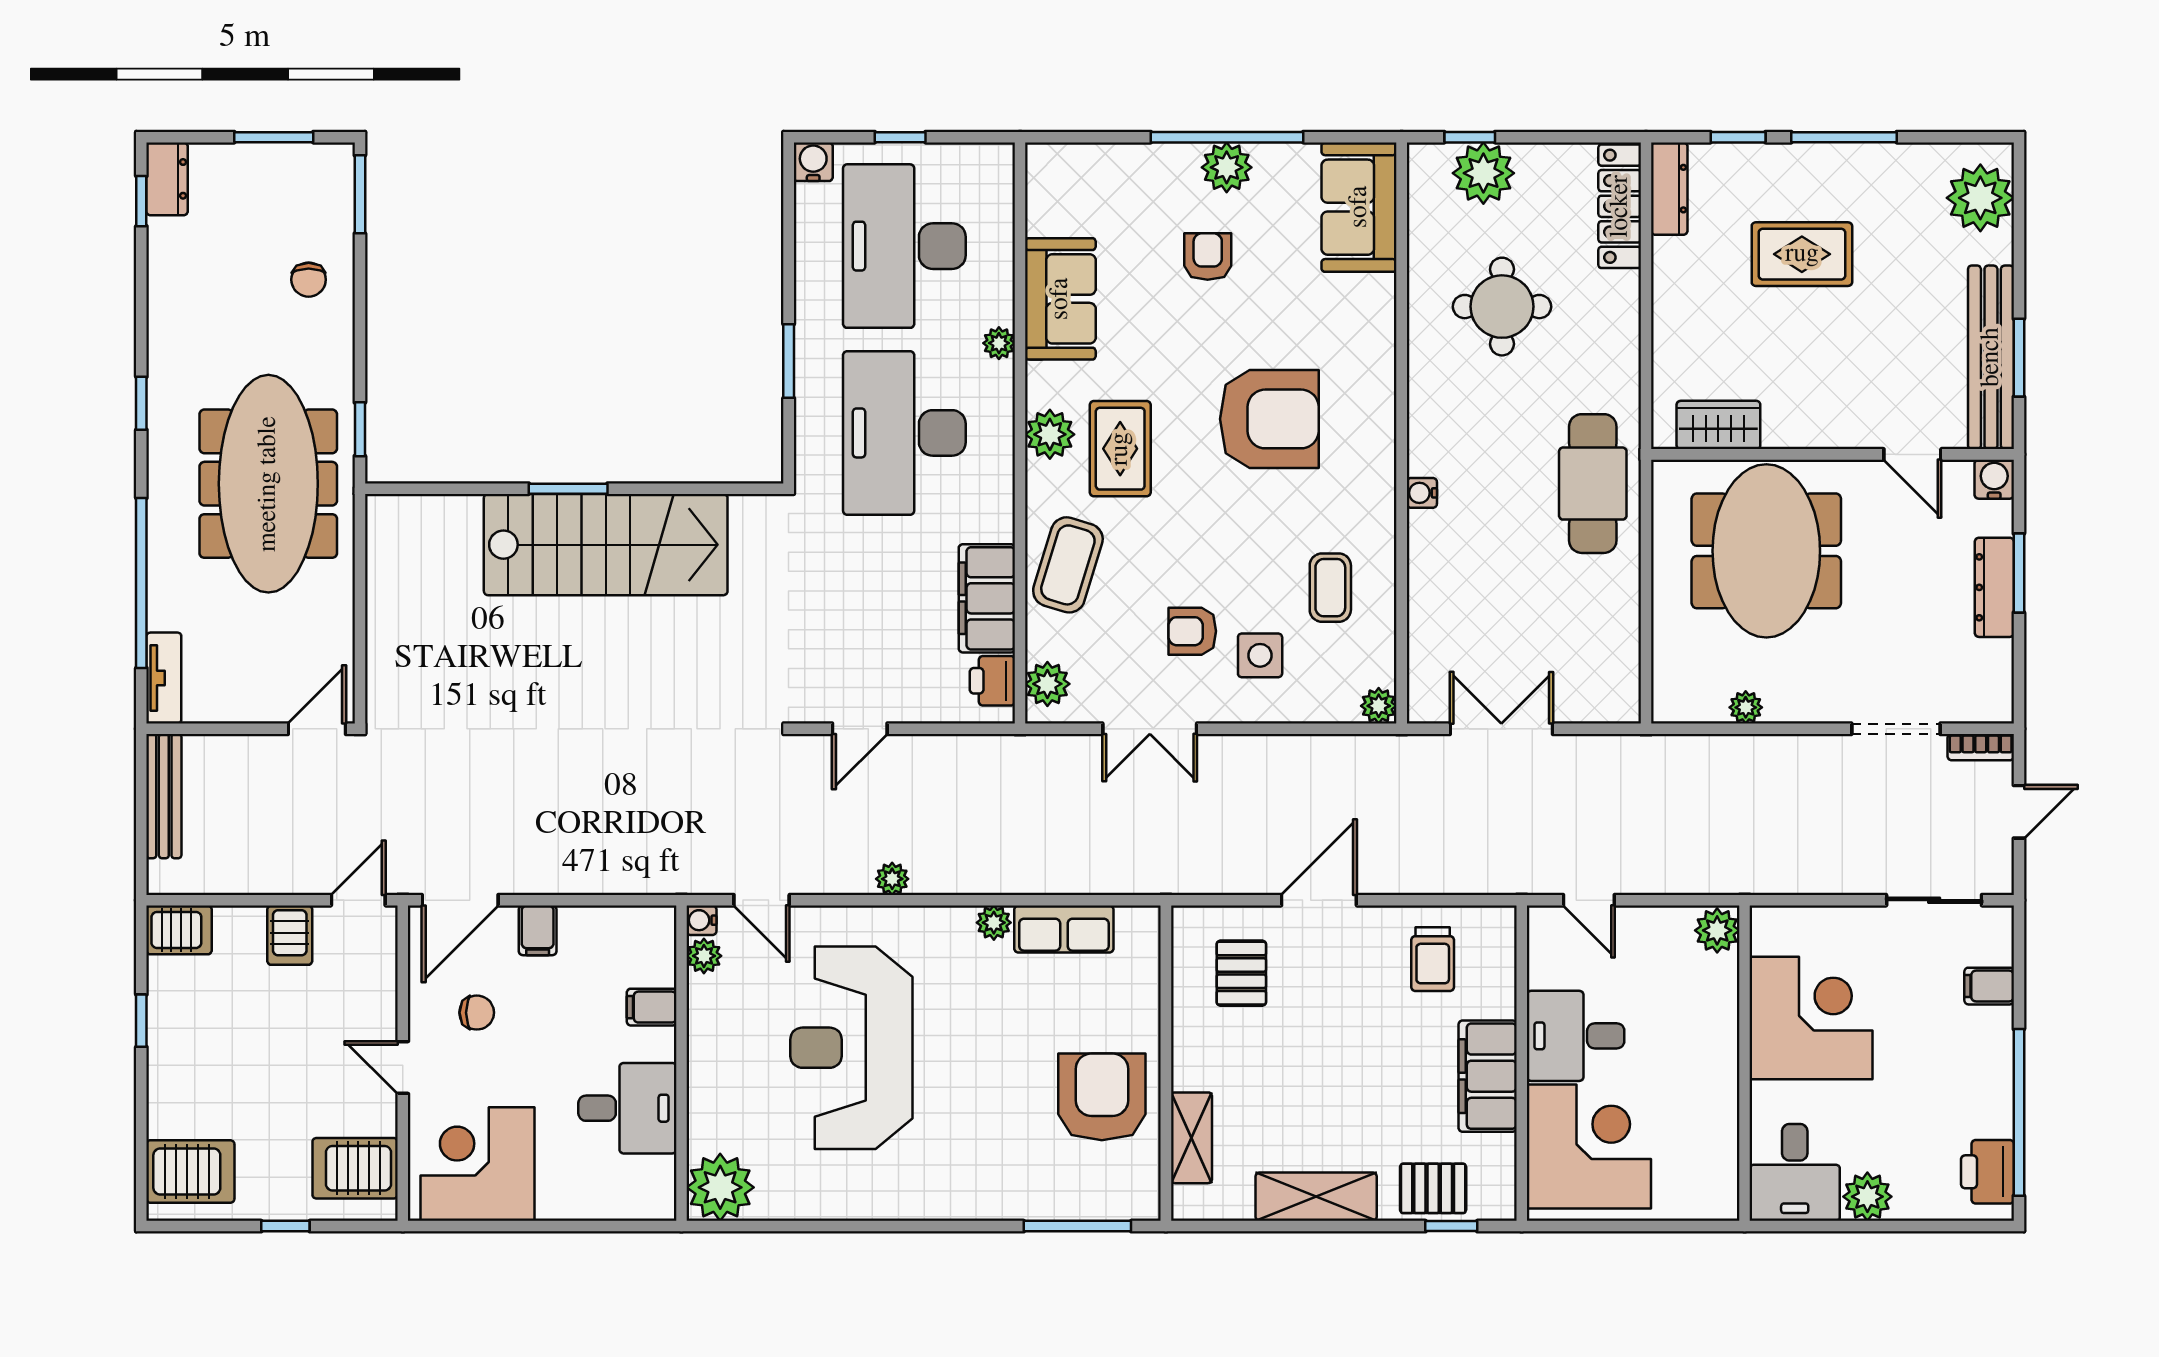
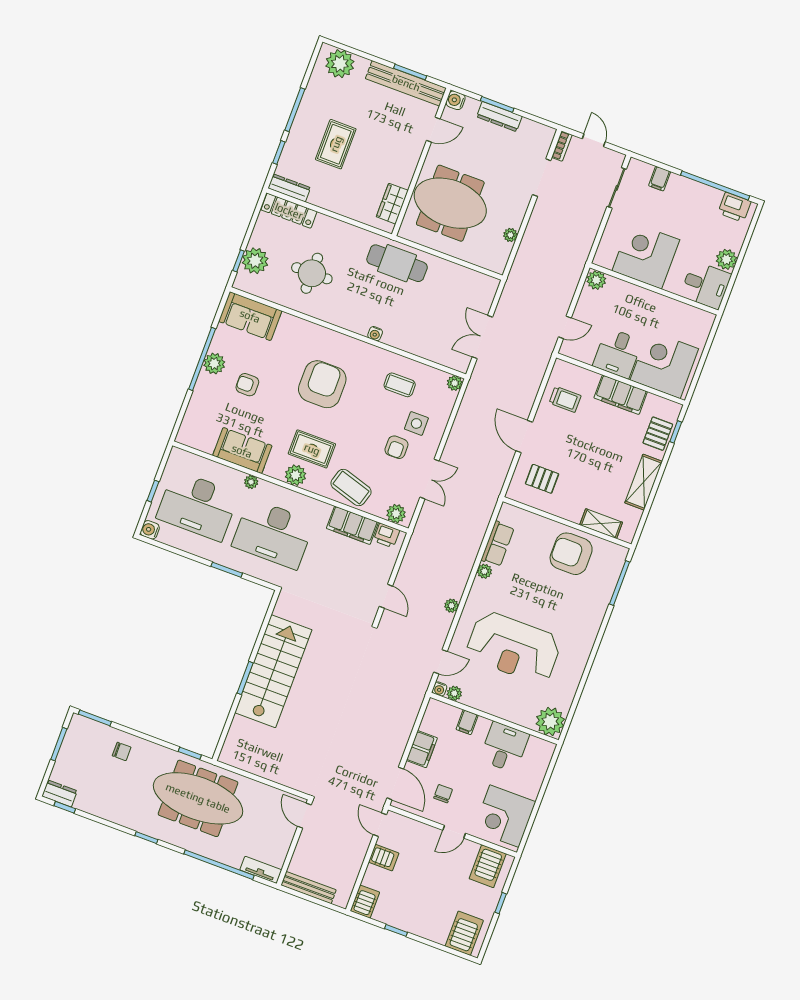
filing cabinet: (538, 930) -> (422, 749), width x2.00

